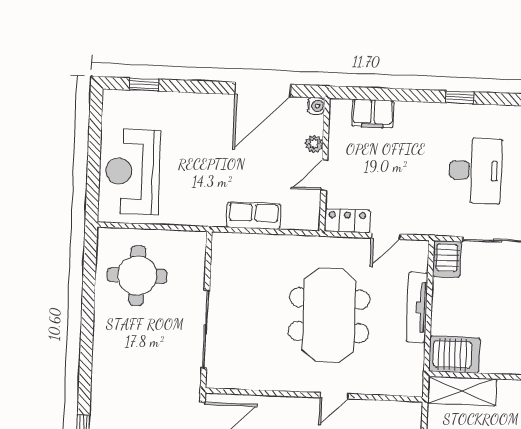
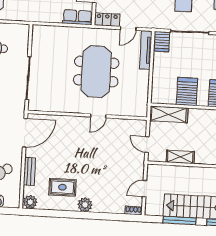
row of seats: (254, 216) -> (77, 17), moved
tv unit: (417, 307) -> (146, 50), moved
server rack: (454, 355) -> (187, 91), moved, turned -90

